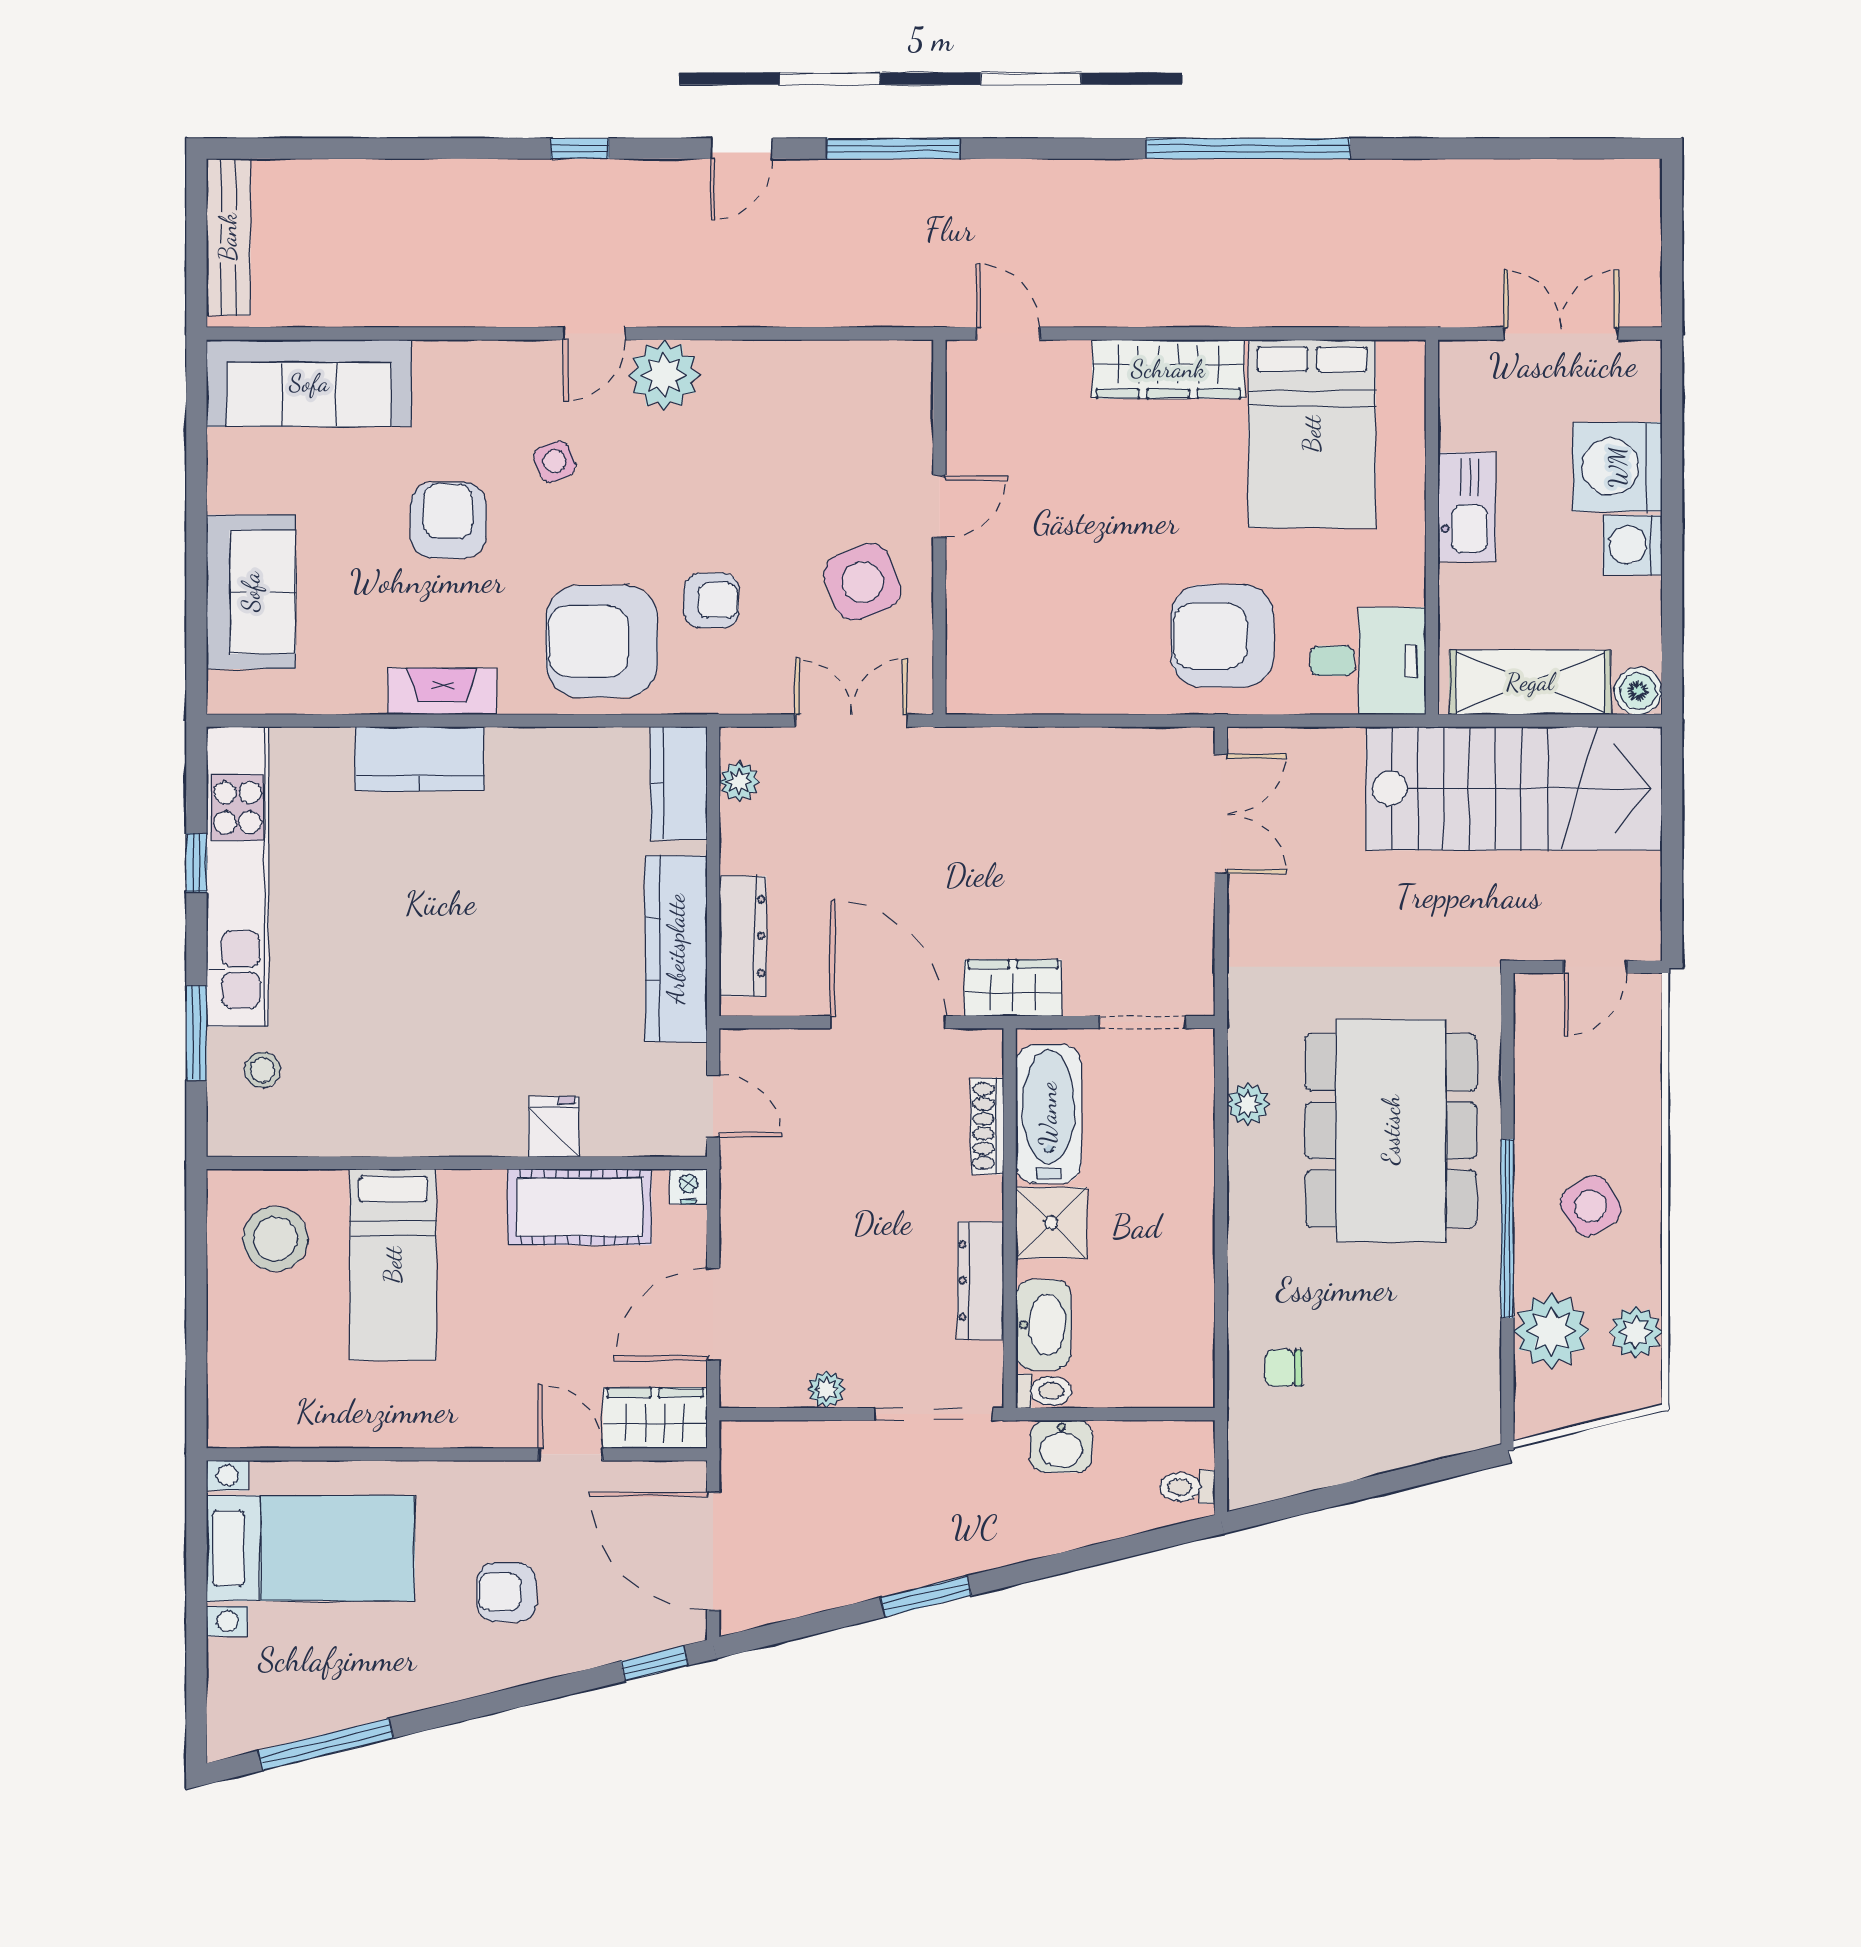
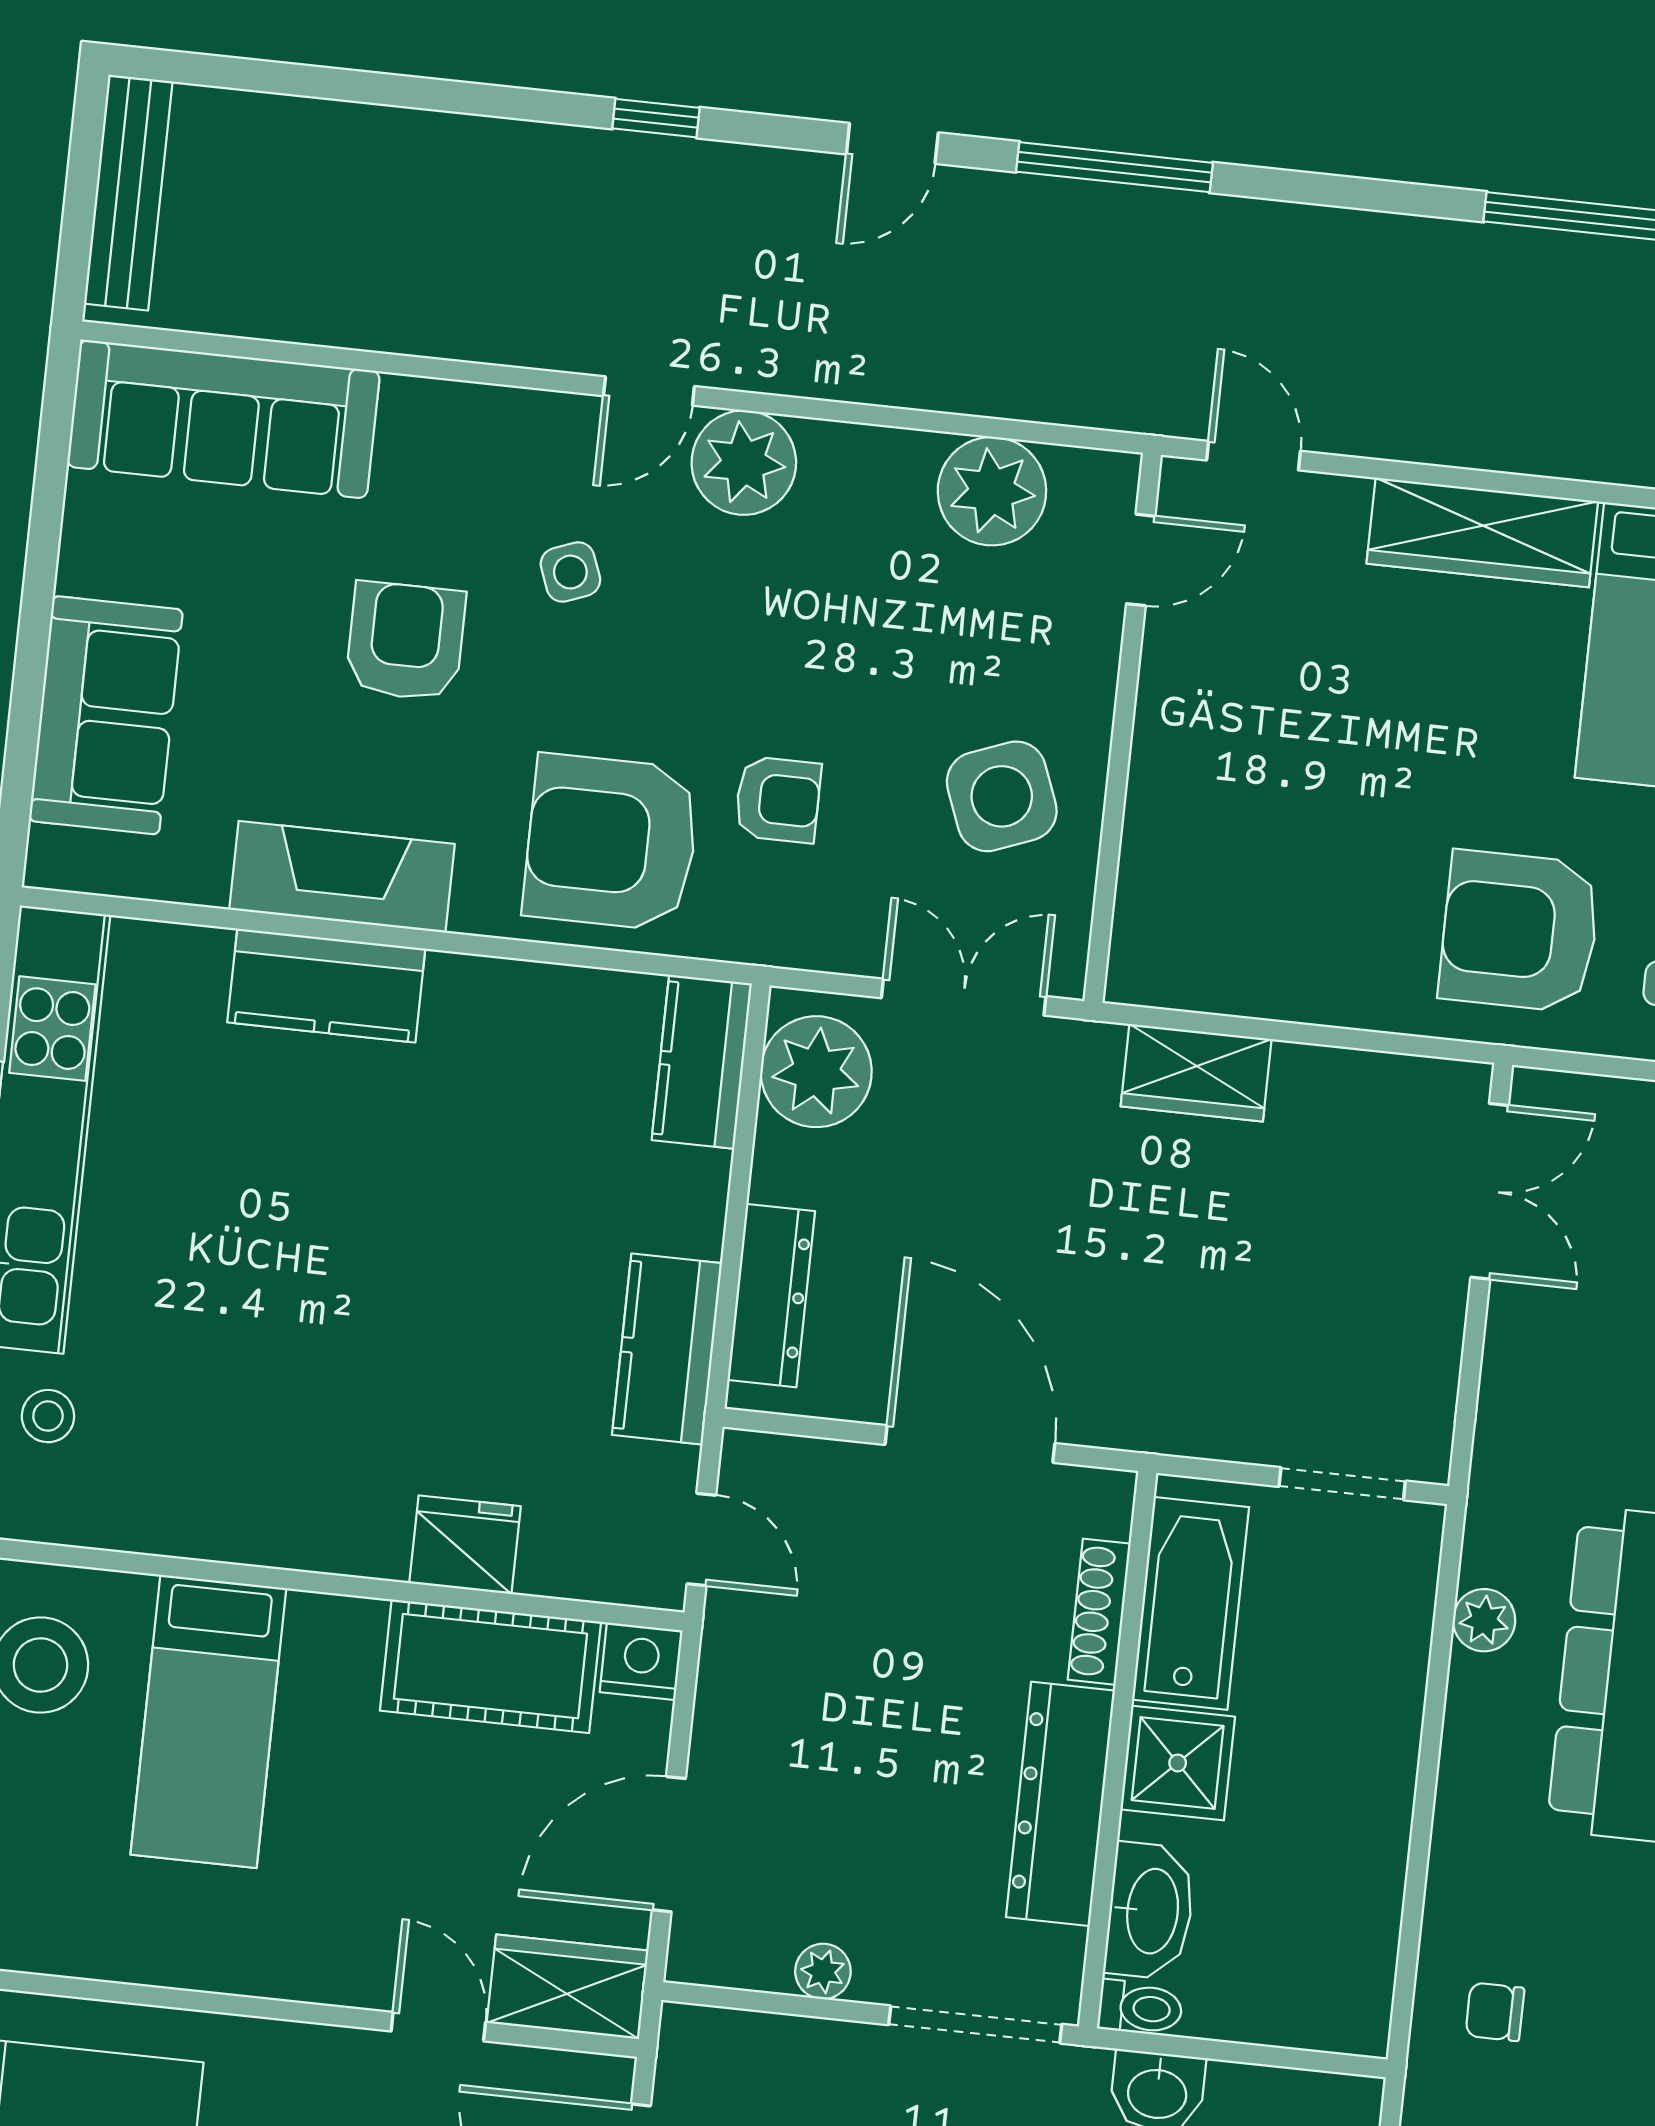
plant: (834, 376) -> (992, 491), added
door: (939, 506) -> (1141, 560), moved
fireplace: (442, 691) -> (342, 877), width x1.37, depth x1.32
plant: (739, 782) -> (816, 1072), width x1.88, depth x1.88
kitchen counter: (676, 949) -> (667, 1349), width x0.67
wardrobe: (1013, 988) -> (1196, 1073), moved, turned 180
fridge: (554, 1127) -> (465, 1545), width x1.38
nightstand: (688, 1187) -> (641, 1661), width x1.39, depth x1.35
dresser: (981, 1280) -> (1060, 1804), width x1.37, depth x1.24

